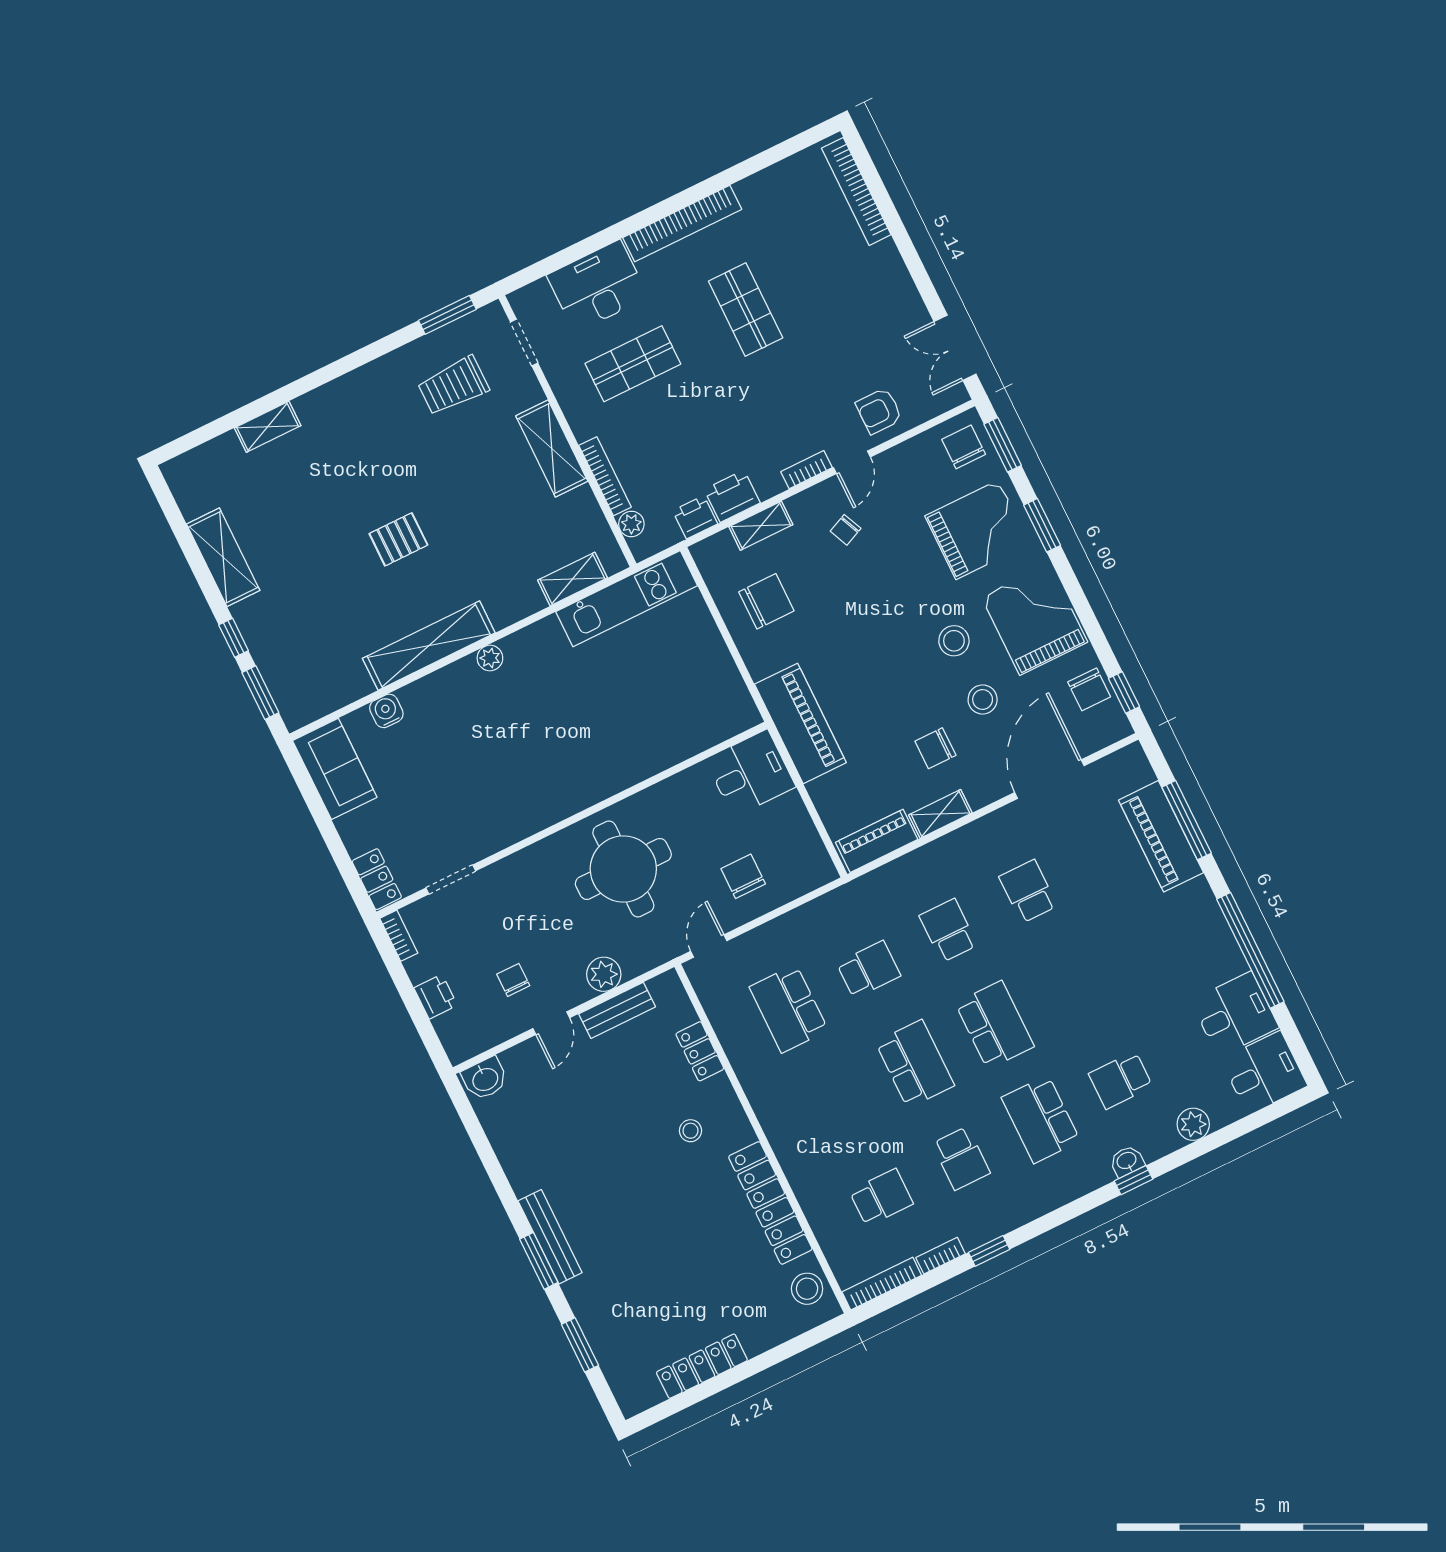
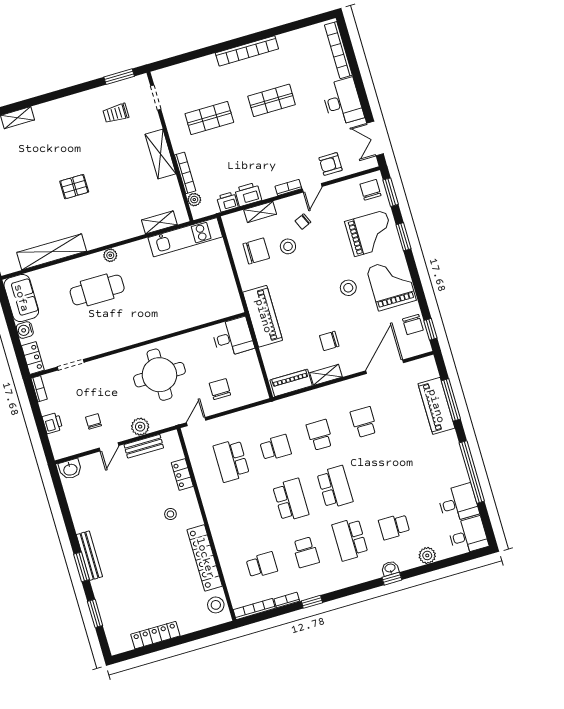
desk: (598, 286) -> (343, 102), moved, turned 90
shop shelf: (746, 310) -> (272, 100), turned 90
trolley: (453, 386) -> (116, 113), width x0.73, depth x0.72
shelving: (429, 646) -> (52, 252), moved
stool: (983, 699) -> (288, 246), moved
water cooler: (386, 711) -> (25, 330), moved, turned -90
cafe table: (476, 728) -> (97, 290), added

